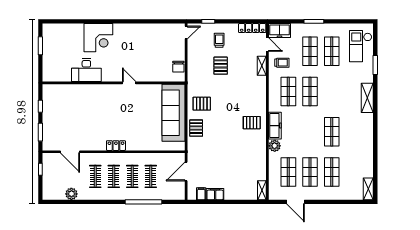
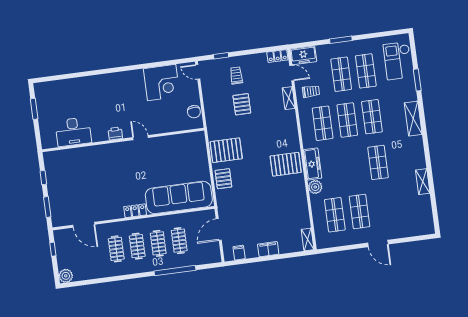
locker: (252, 28) -> (277, 56), width x0.66
door: (186, 33) -> (198, 72), swing flipped
corner desk: (98, 38) -> (162, 83), moved
desk: (86, 70) -> (73, 132), moved
printer: (108, 76) -> (115, 133), added
pallet: (202, 104) -> (226, 150), width x1.50, depth x1.42
sofa: (174, 113) -> (179, 197), moved, turned 90
pallet: (252, 123) -> (286, 164), width x1.50, depth x1.42
shop shelf: (332, 172) -> (372, 117), moved
shelving: (368, 189) -> (423, 182), moved
plant: (71, 194) -> (66, 276), moved
filing cabinet: (215, 194) -> (268, 249), moved
door: (295, 202) -> (378, 243), moved

